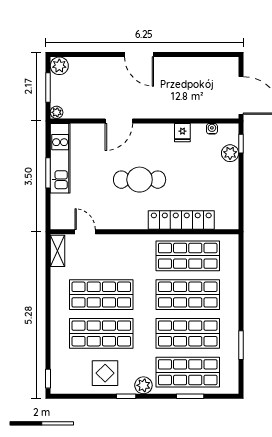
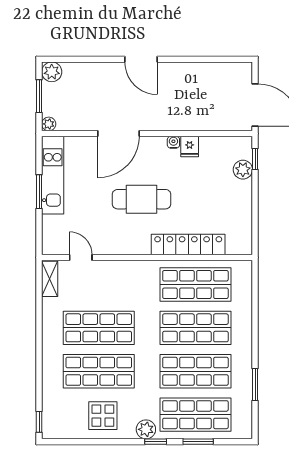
door: (119, 121) -> (118, 134), width x1.36
water cooler: (212, 129) -> (173, 142), moved
window: (126, 396) -> (156, 442), moved

